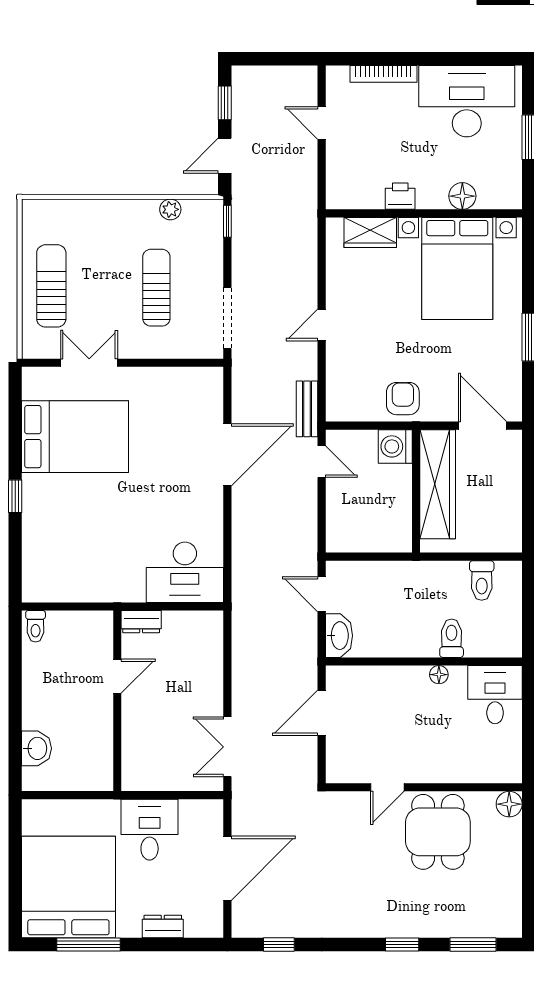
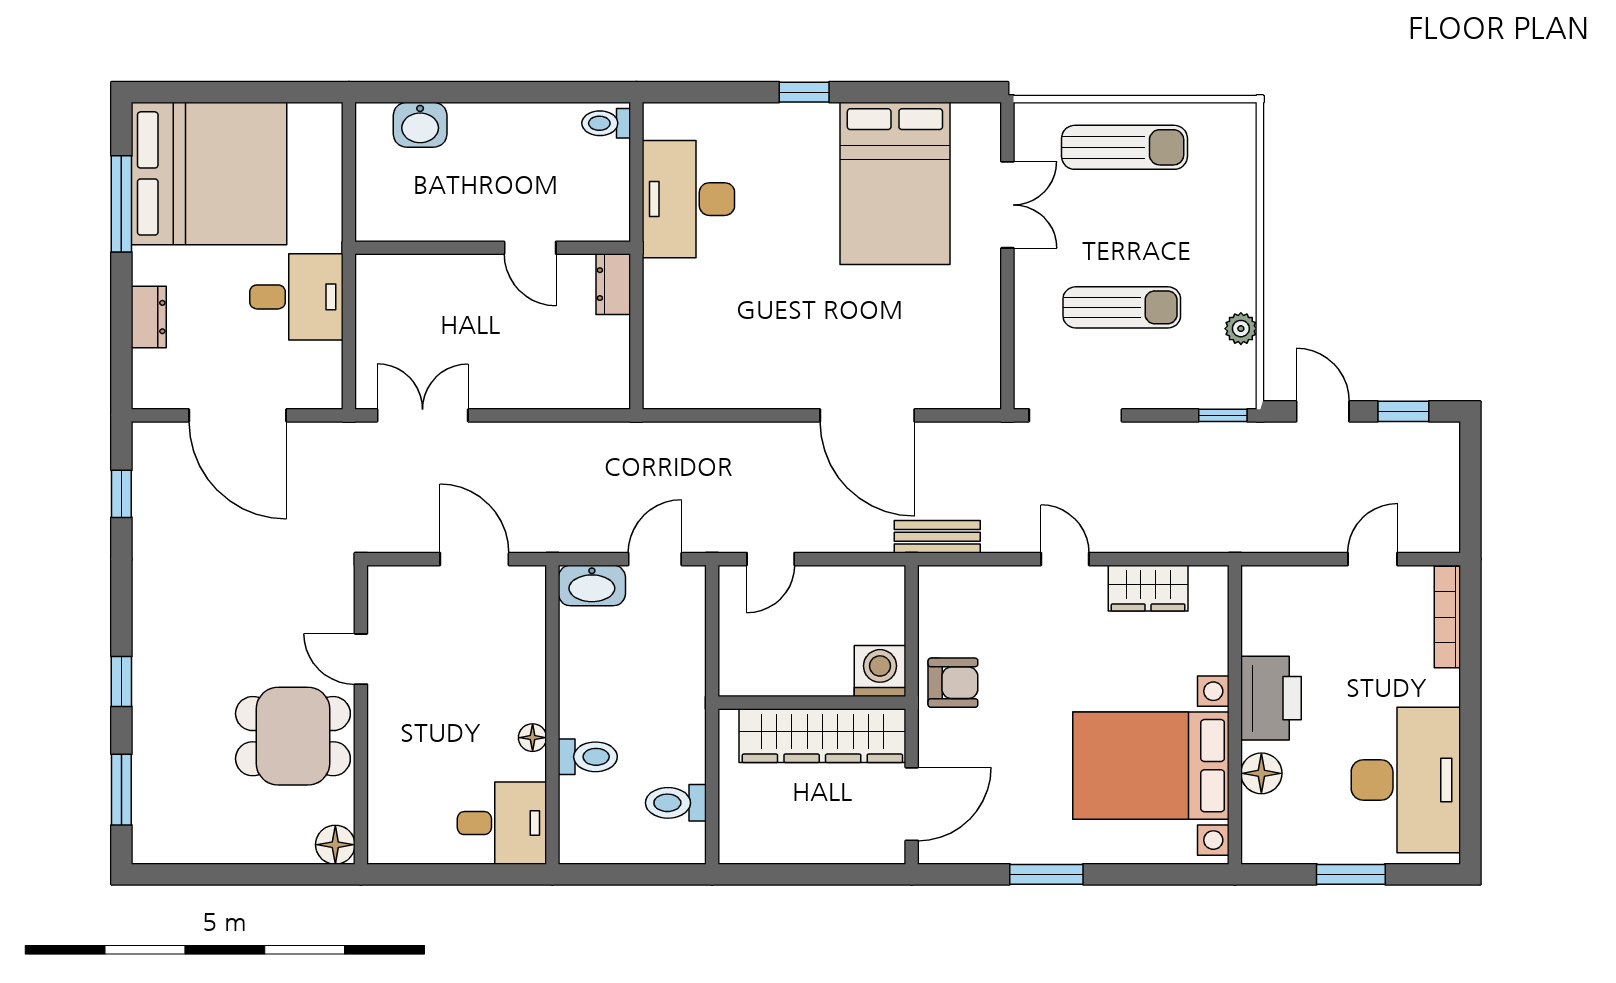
bookcase: (383, 74) -> (1447, 617), moved
printer: (400, 196) -> (1271, 698), width x1.87, depth x1.48
wardrobe: (370, 232) -> (1148, 588), moved, turned -90
door: (322, 462) -> (771, 559), moved
desk: (185, 572) -> (688, 199), moved

